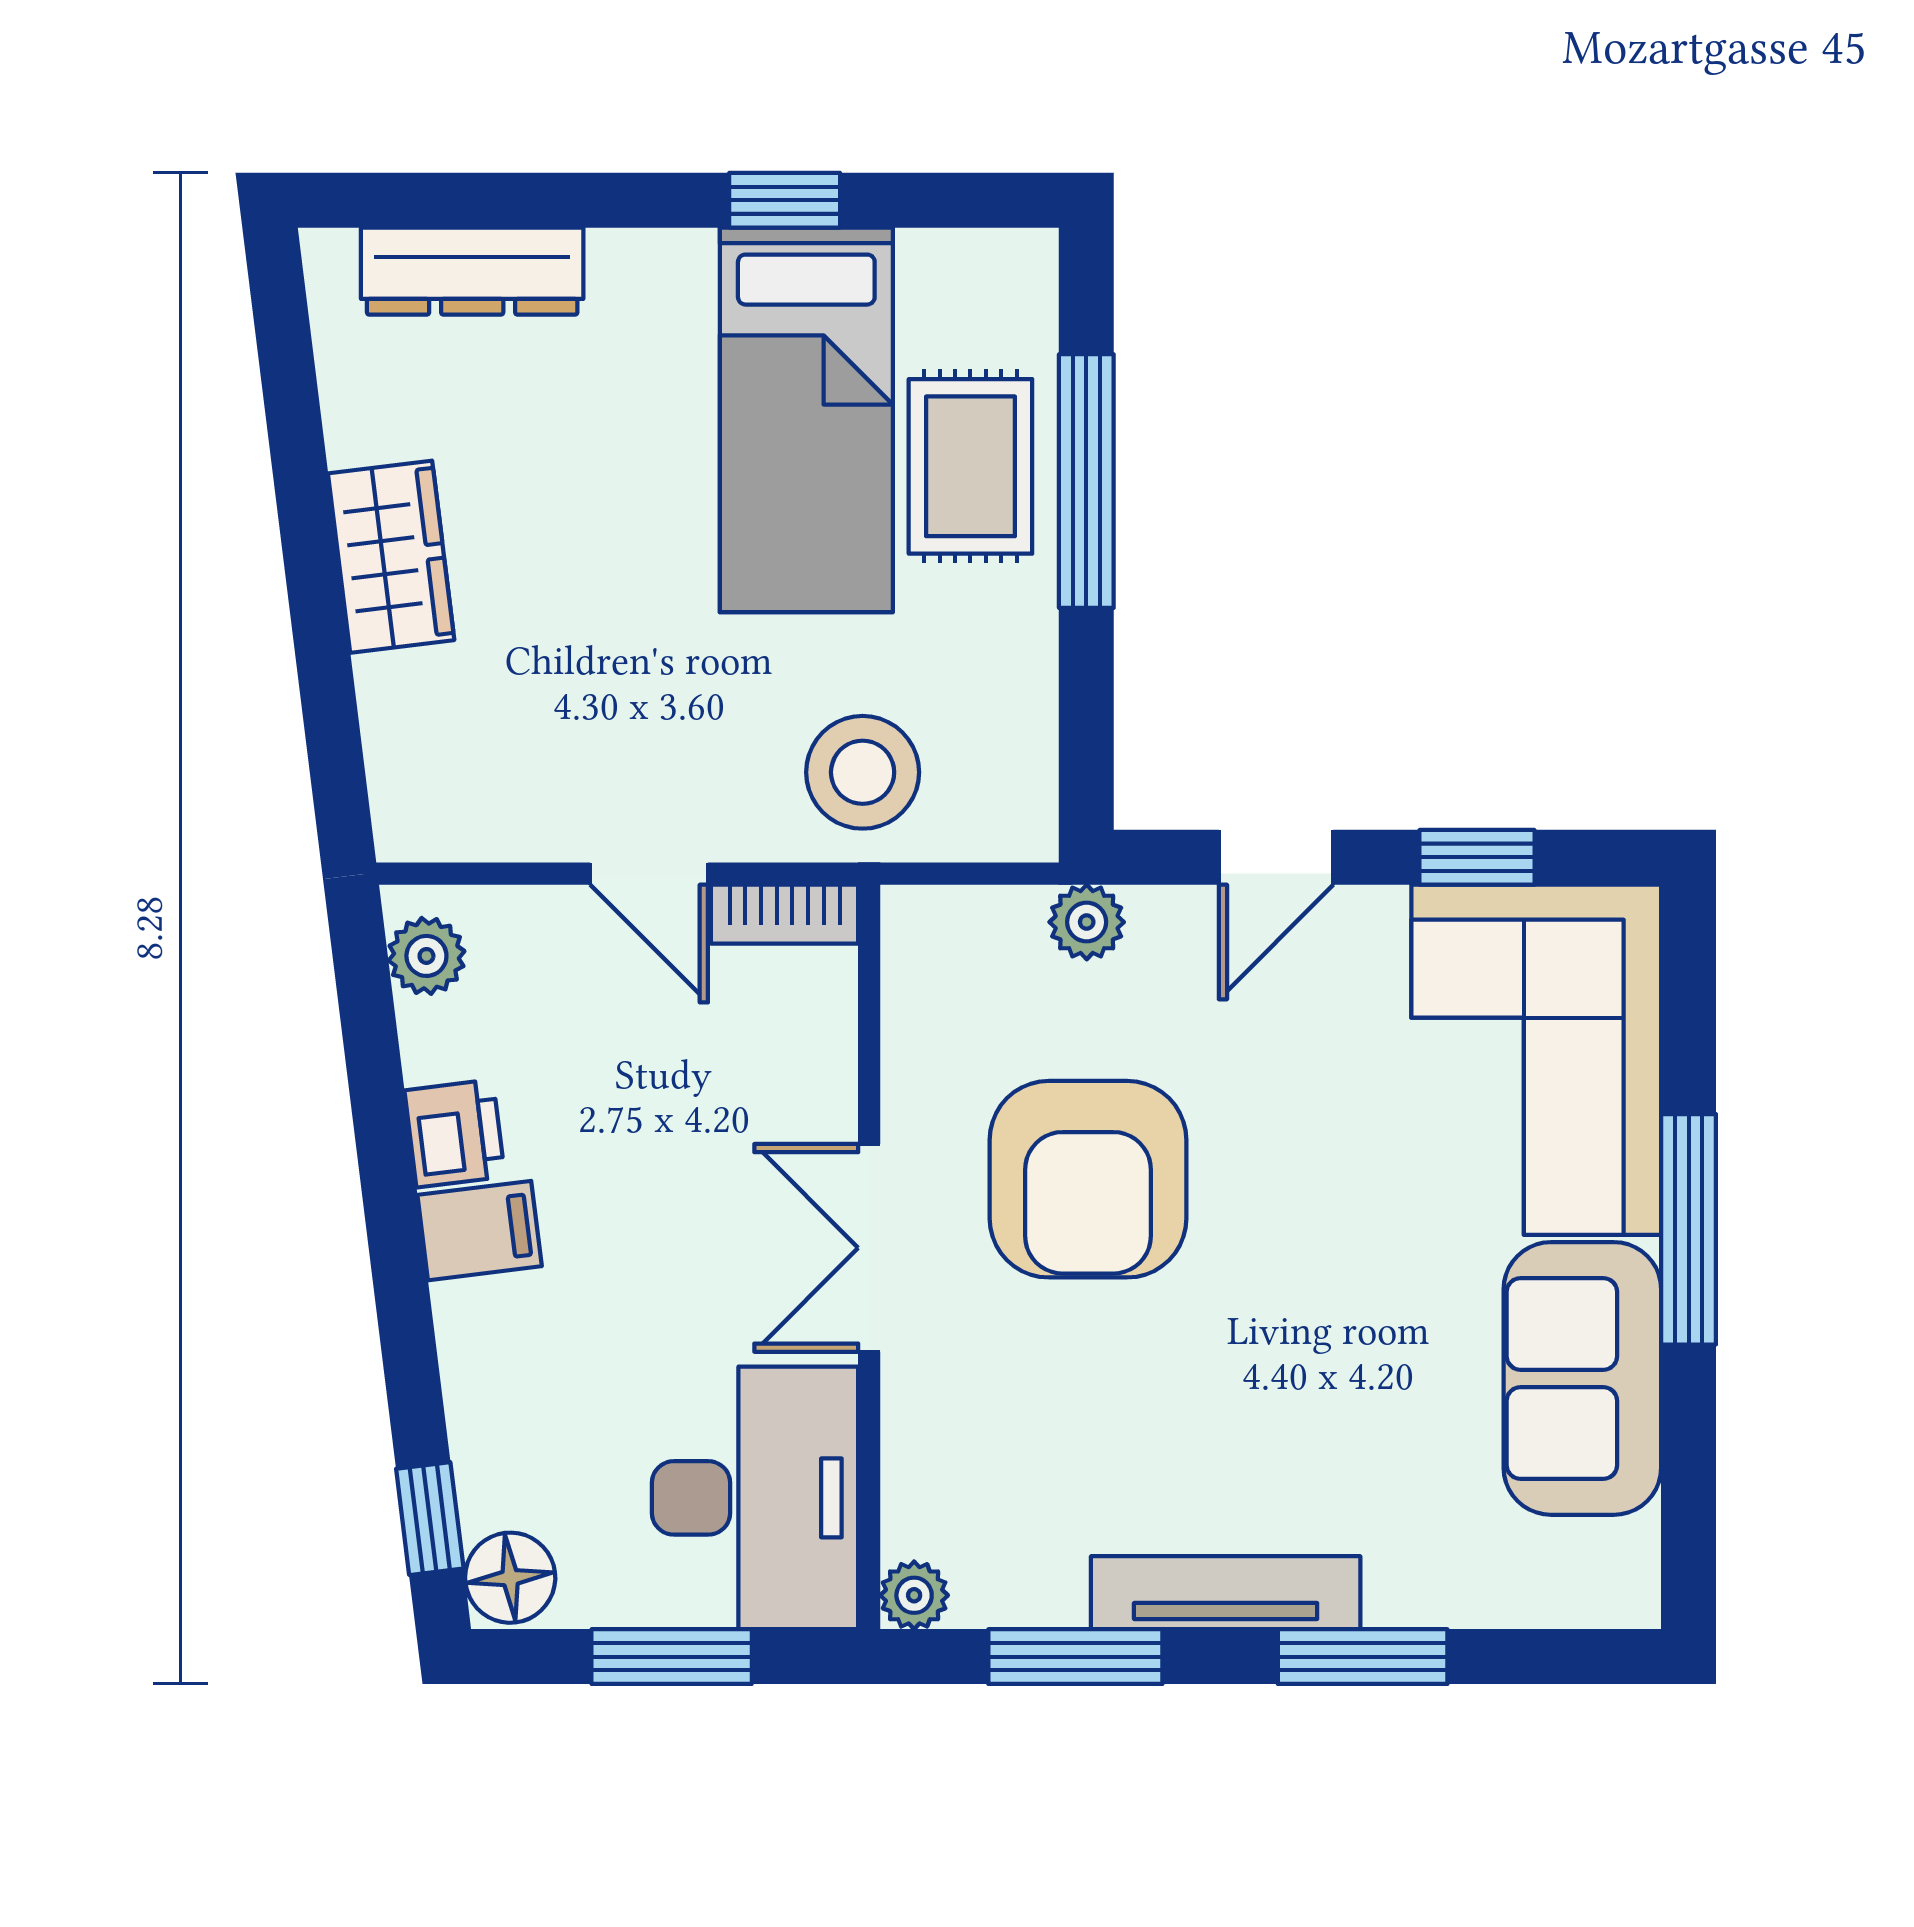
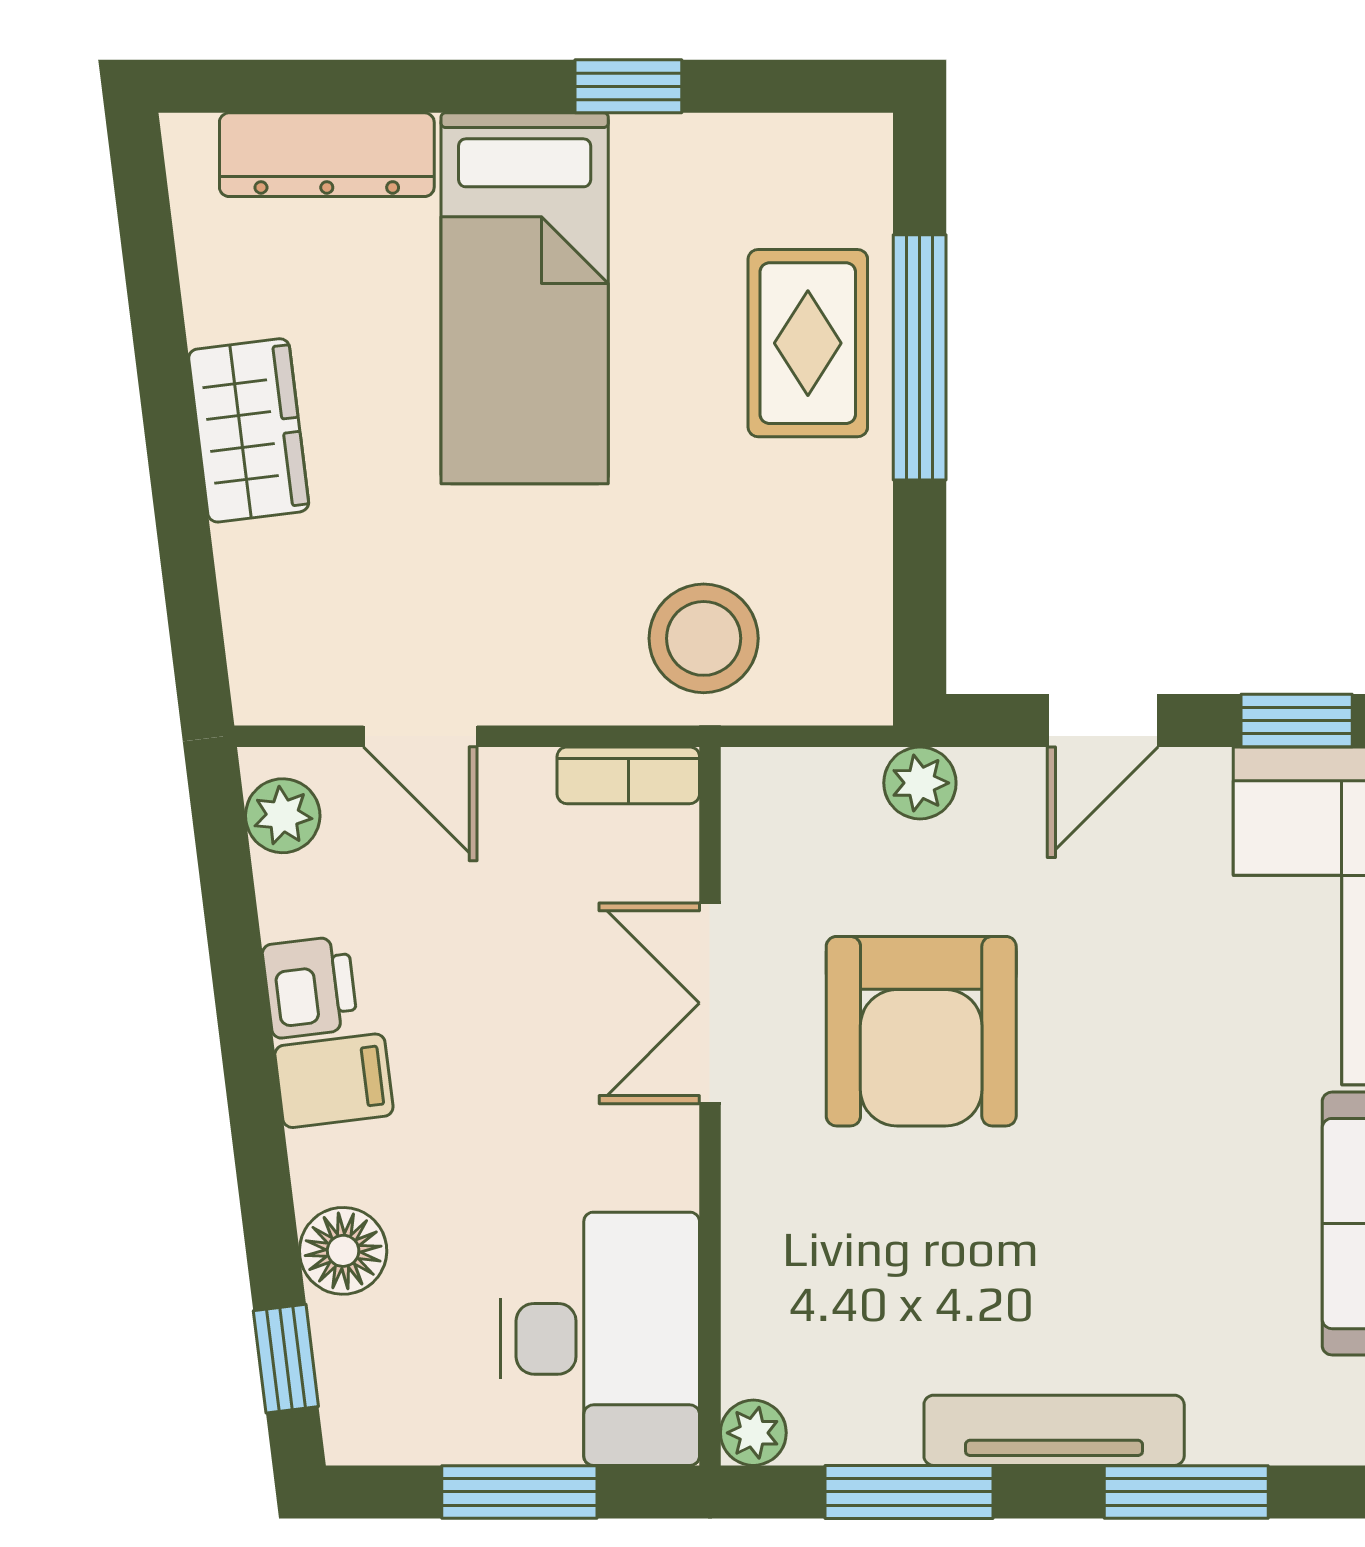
bed: (806, 420) -> (525, 298), moved
door: (649, 874) -> (420, 736), moved
double door: (869, 1248) -> (710, 1003), moved
floor lamp: (510, 1578) -> (343, 1251), moved

